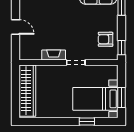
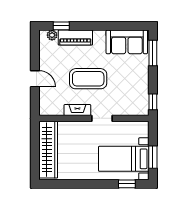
coffee table: (63, 27) -> (88, 79), added
armchair: (106, 39) -> (135, 92), removed
window: (87, 121) -> (127, 184), moved

